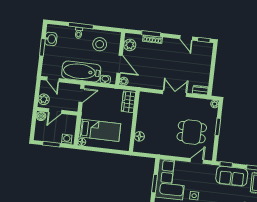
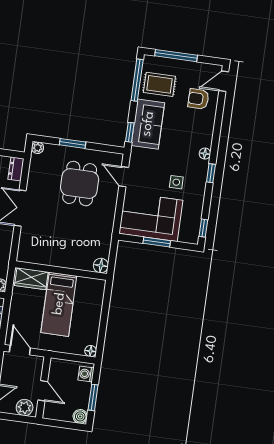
boiler: (41, 116) -> (80, 416), moved
bed: (100, 130) -> (59, 304), moved, turned 180
floor lamp: (139, 136) -> (101, 266), moved

